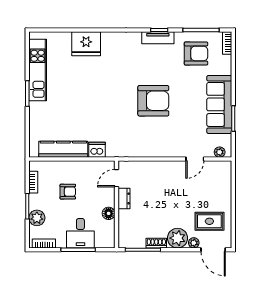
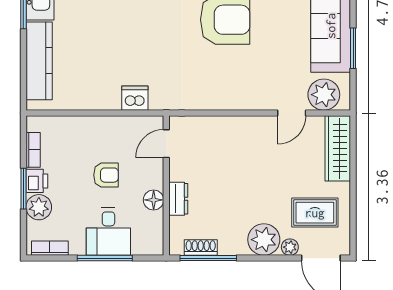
kitchen counter: (63, 149) -> (39, 61), moved, turned 90
plant: (220, 152) -> (324, 95), width x1.87, depth x1.87
wardrobe: (224, 181) -> (338, 148), added
armchair: (68, 192) -> (106, 175), moved
dresser: (124, 198) -> (178, 199), moved
printer: (36, 201) -> (37, 181), added
shoe rack: (156, 243) -> (201, 248), moved

